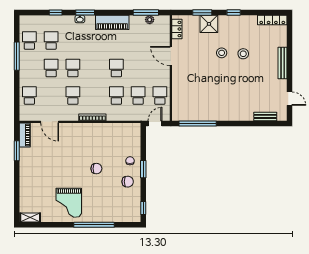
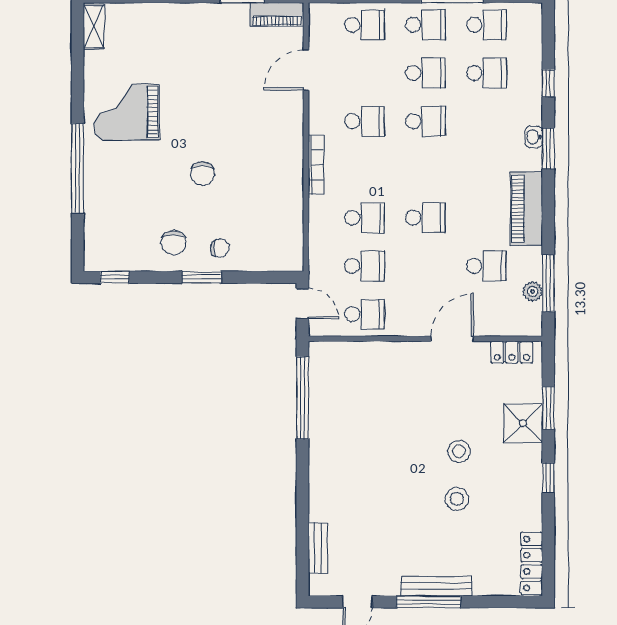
school desk: (138, 40) -> (486, 266), added
window: (290, 67) -> (428, 602), added
school desk: (29, 68) -> (425, 25), added

